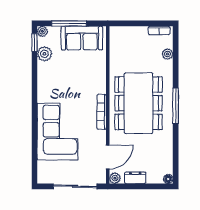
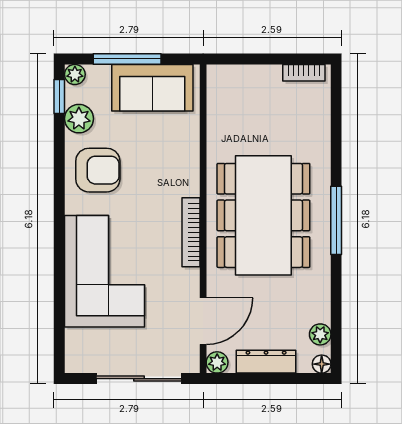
plant: (167, 54) -> (320, 334), moved
armchair: (54, 80) -> (98, 170), added
dresser: (135, 178) -> (266, 362), width x1.44

